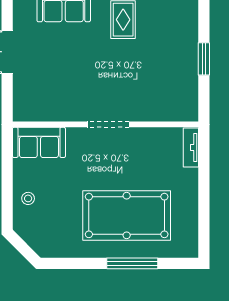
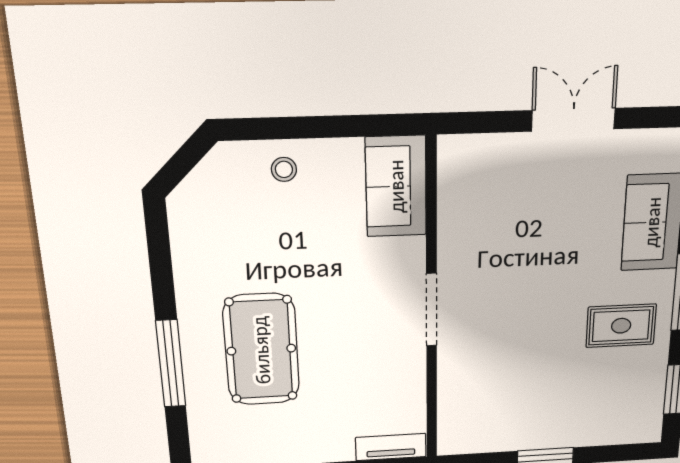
pool table: (127, 215) -> (261, 350), width x0.73, depth x0.76

